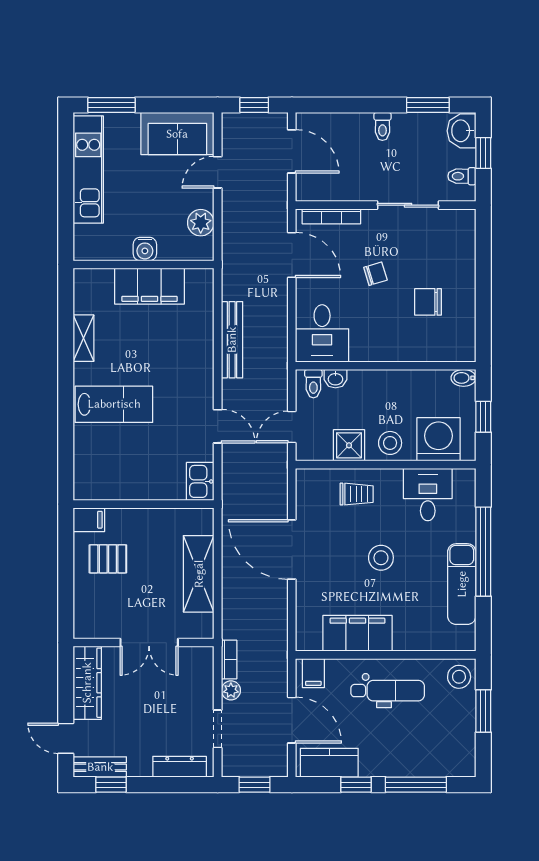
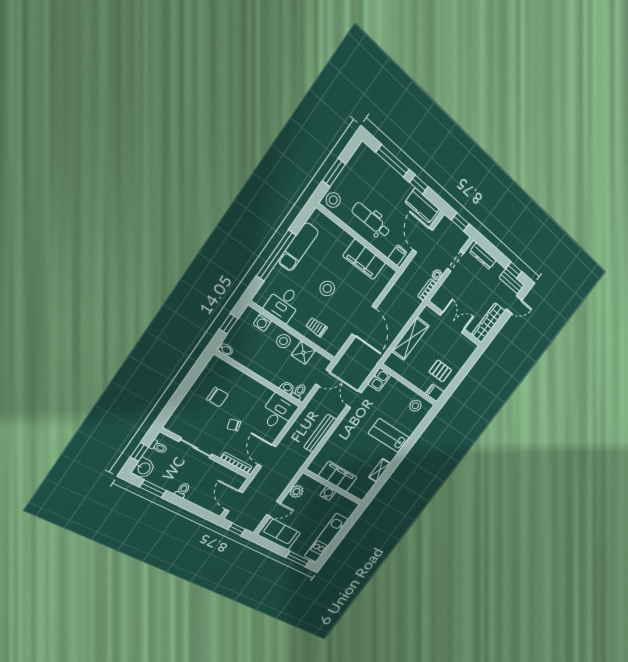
washing machine: (439, 439) -> (262, 322), width x0.53, depth x0.53
stool: (106, 479) -> (415, 406), added
door: (66, 738) -> (514, 305), hinge flipped

